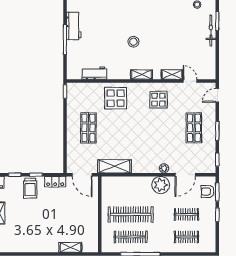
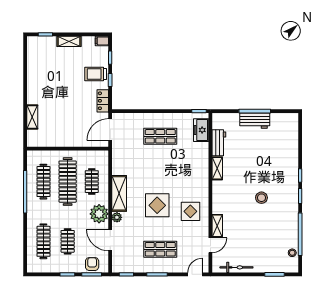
workbench: (74, 26) -> (255, 121), moved
bicycle: (211, 31) -> (236, 267), moved
stool: (133, 42) -> (261, 198), moved
shelving: (141, 75) -> (217, 168), moved
freezer: (83, 90) -> (201, 130), added
door: (217, 95) -> (195, 274), hinge flipped
display table: (116, 98) -> (157, 205), moved
shelving: (114, 166) -> (119, 193), moved
clothes rail: (131, 192) -> (92, 182), added
clothes rail: (186, 237) -> (43, 241), width x1.36

